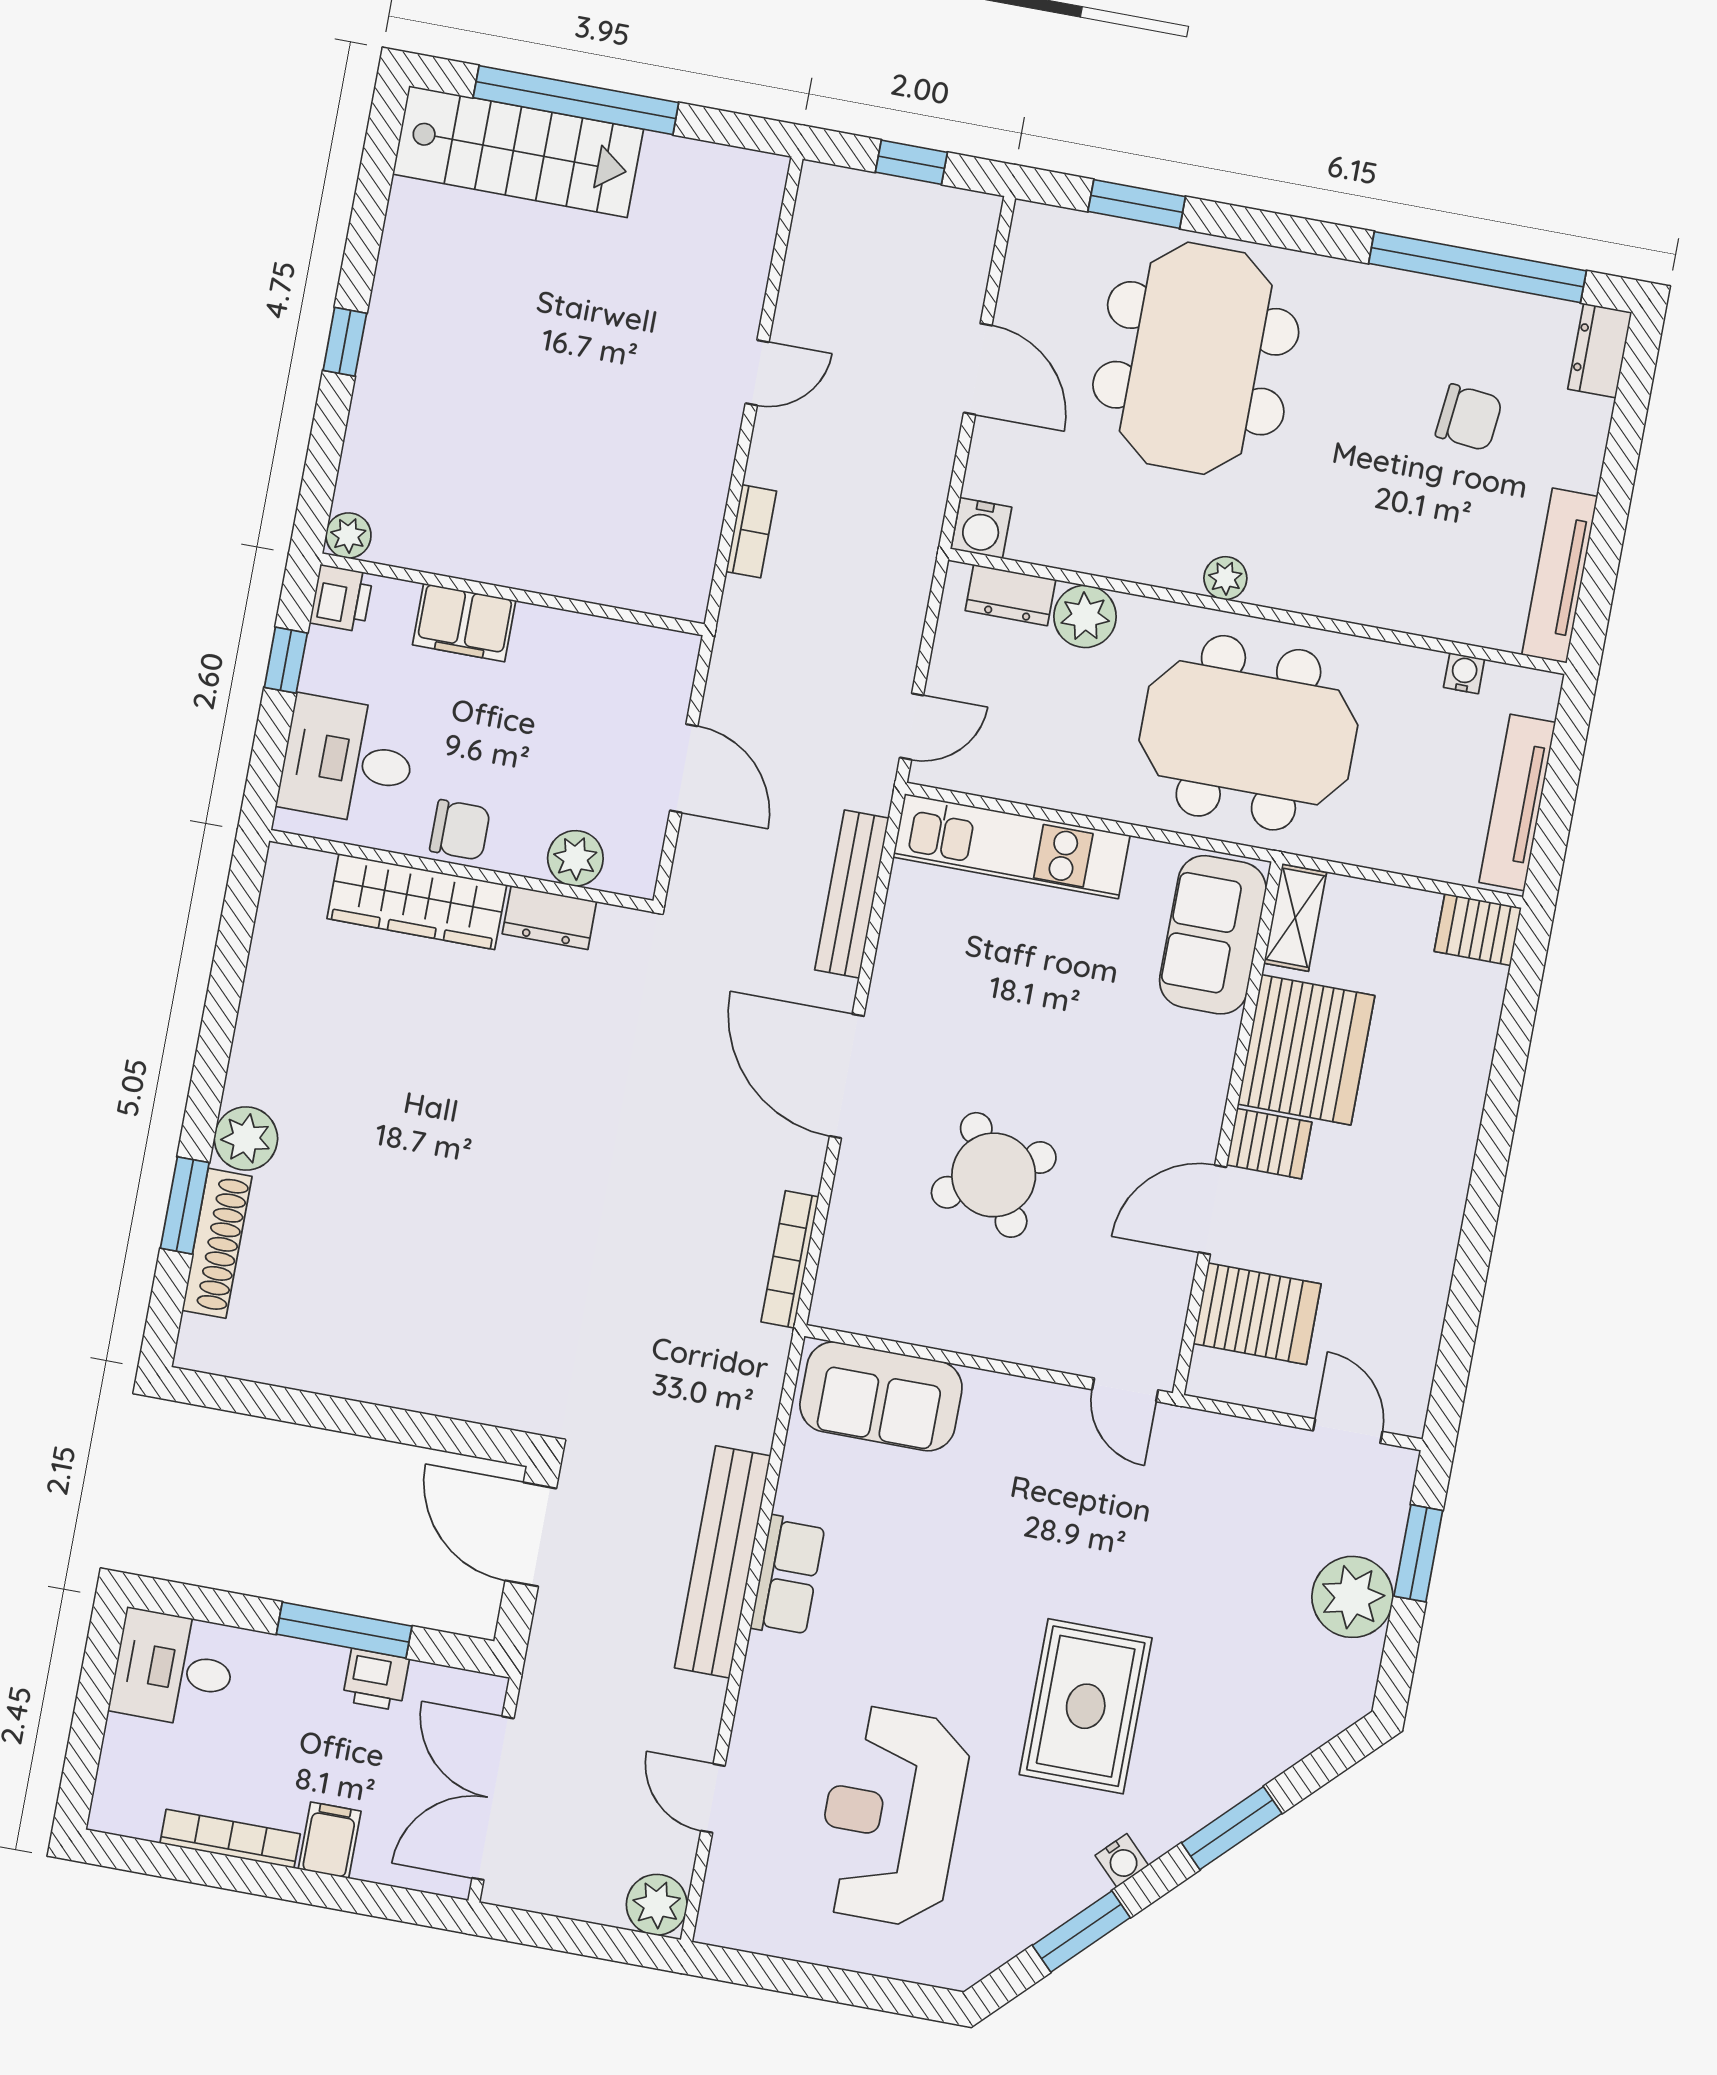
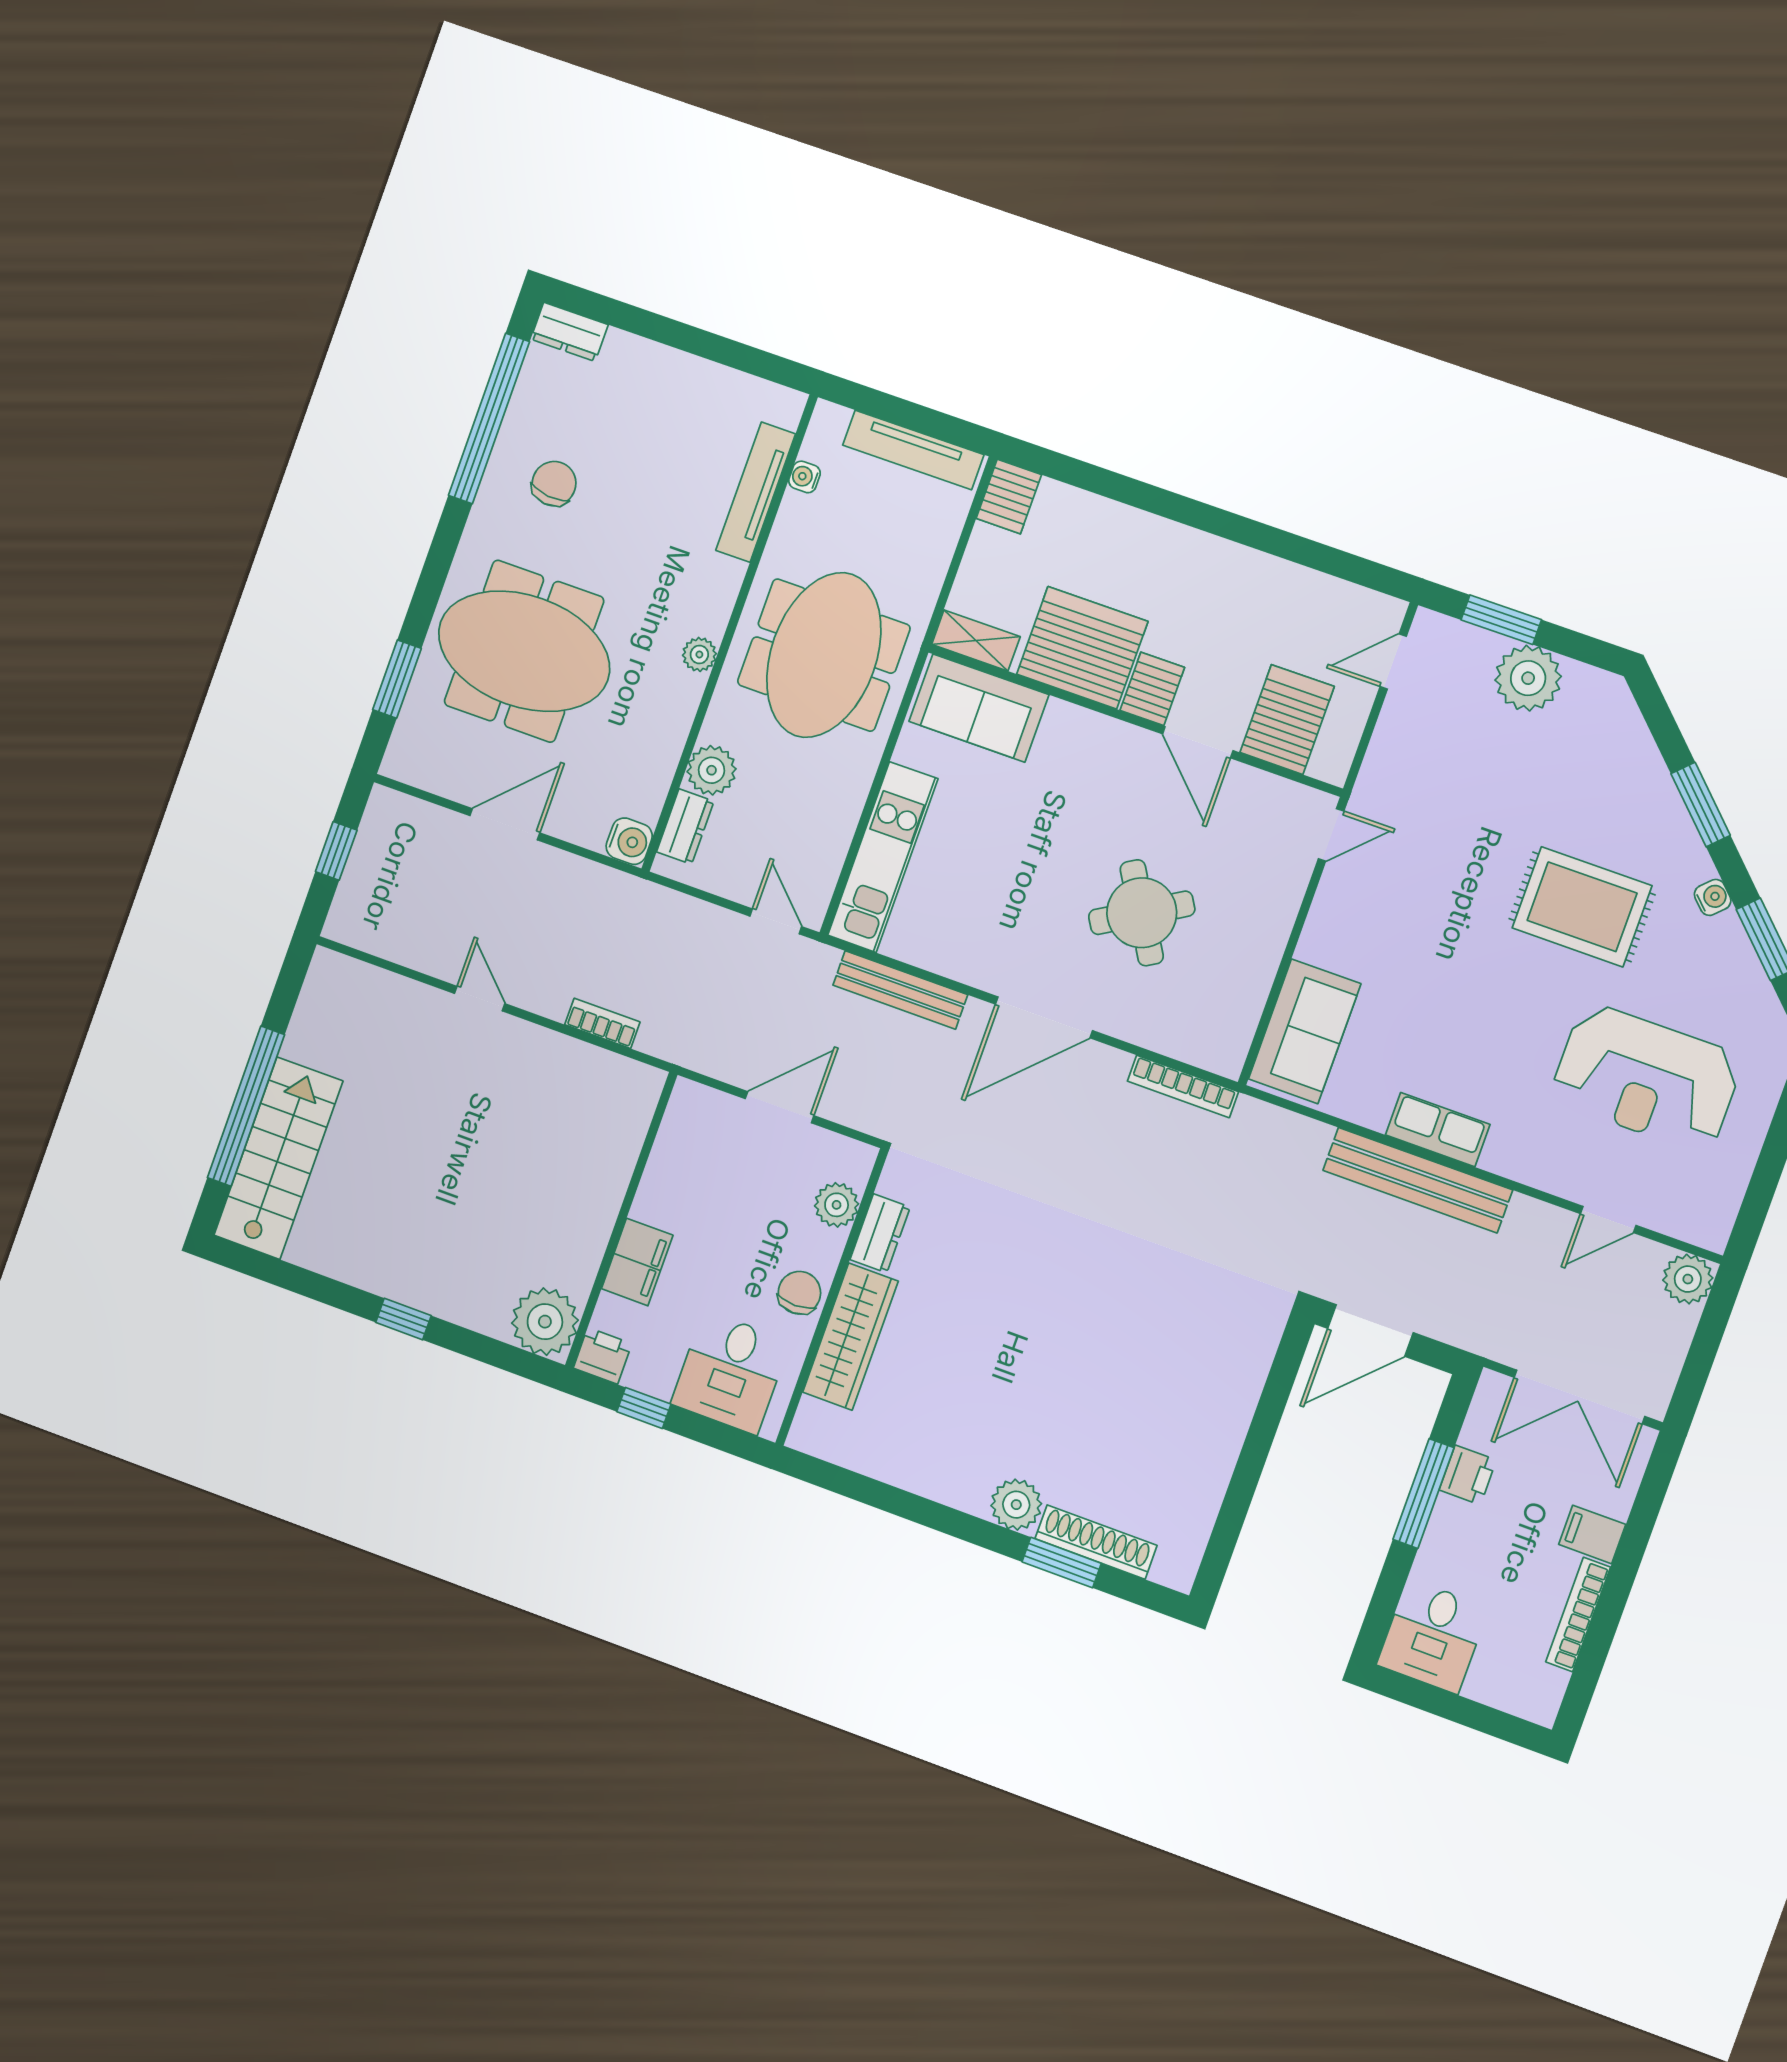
chair: (1469, 417) -> (554, 484), moved
plant: (348, 535) -> (545, 1322), width x1.88, depth x1.88
tv unit: (1560, 576) -> (756, 492), moved, turned 90

